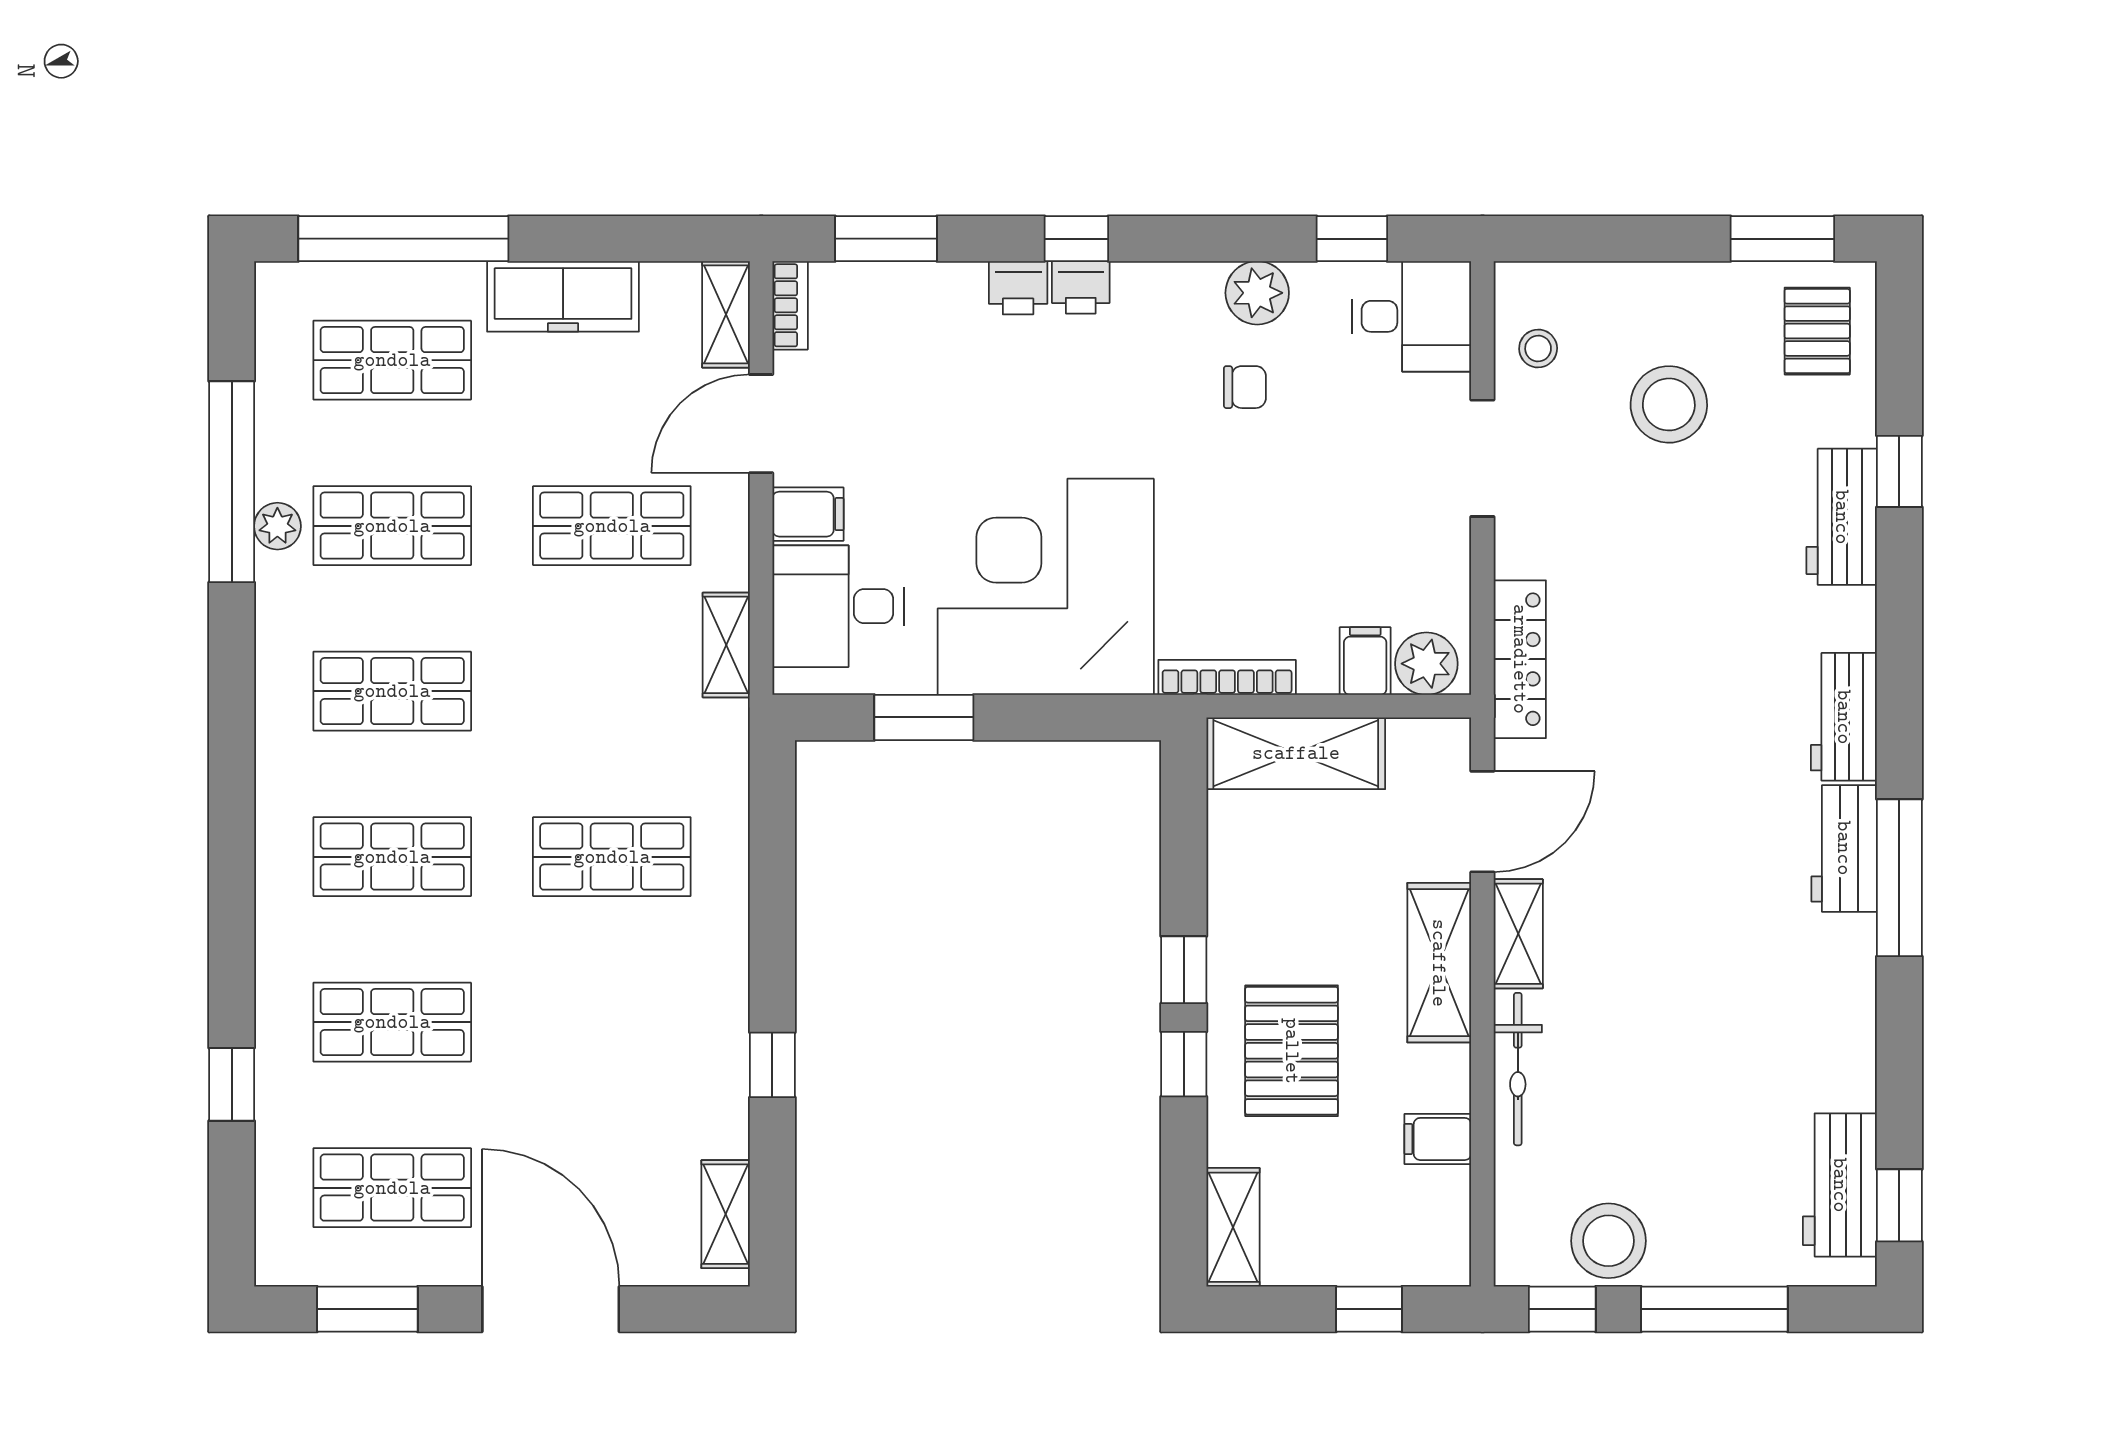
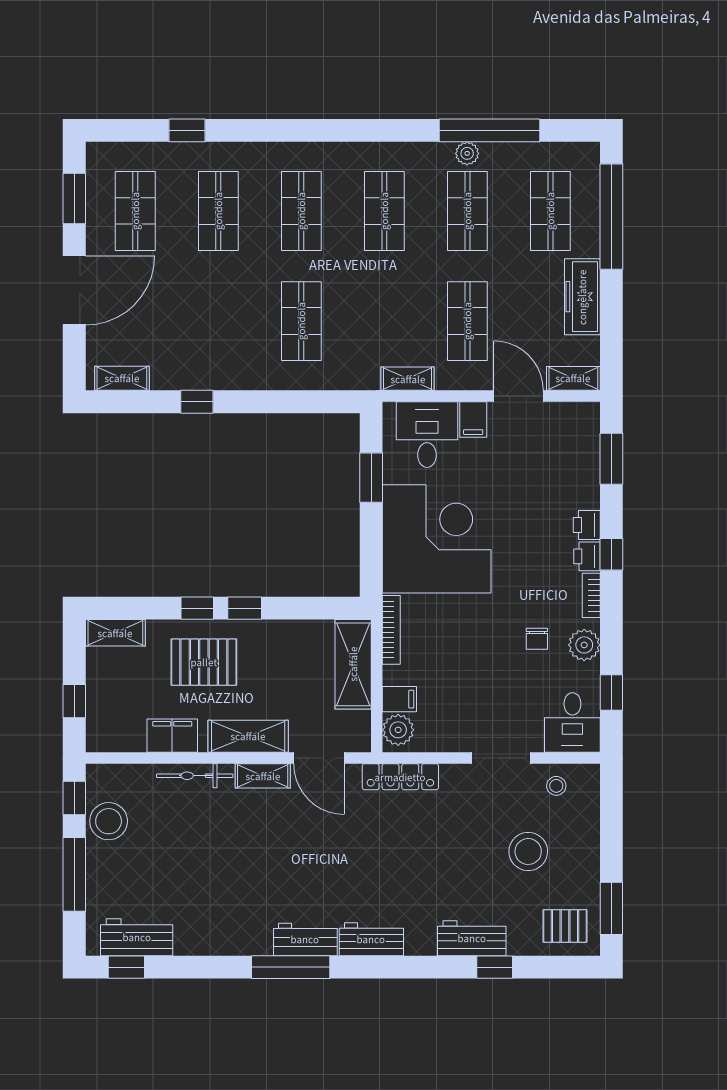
bookcase: (790, 305) -> (591, 595), moved, turned 90
filing cabinet: (1438, 1139) -> (172, 736), width x2.00

